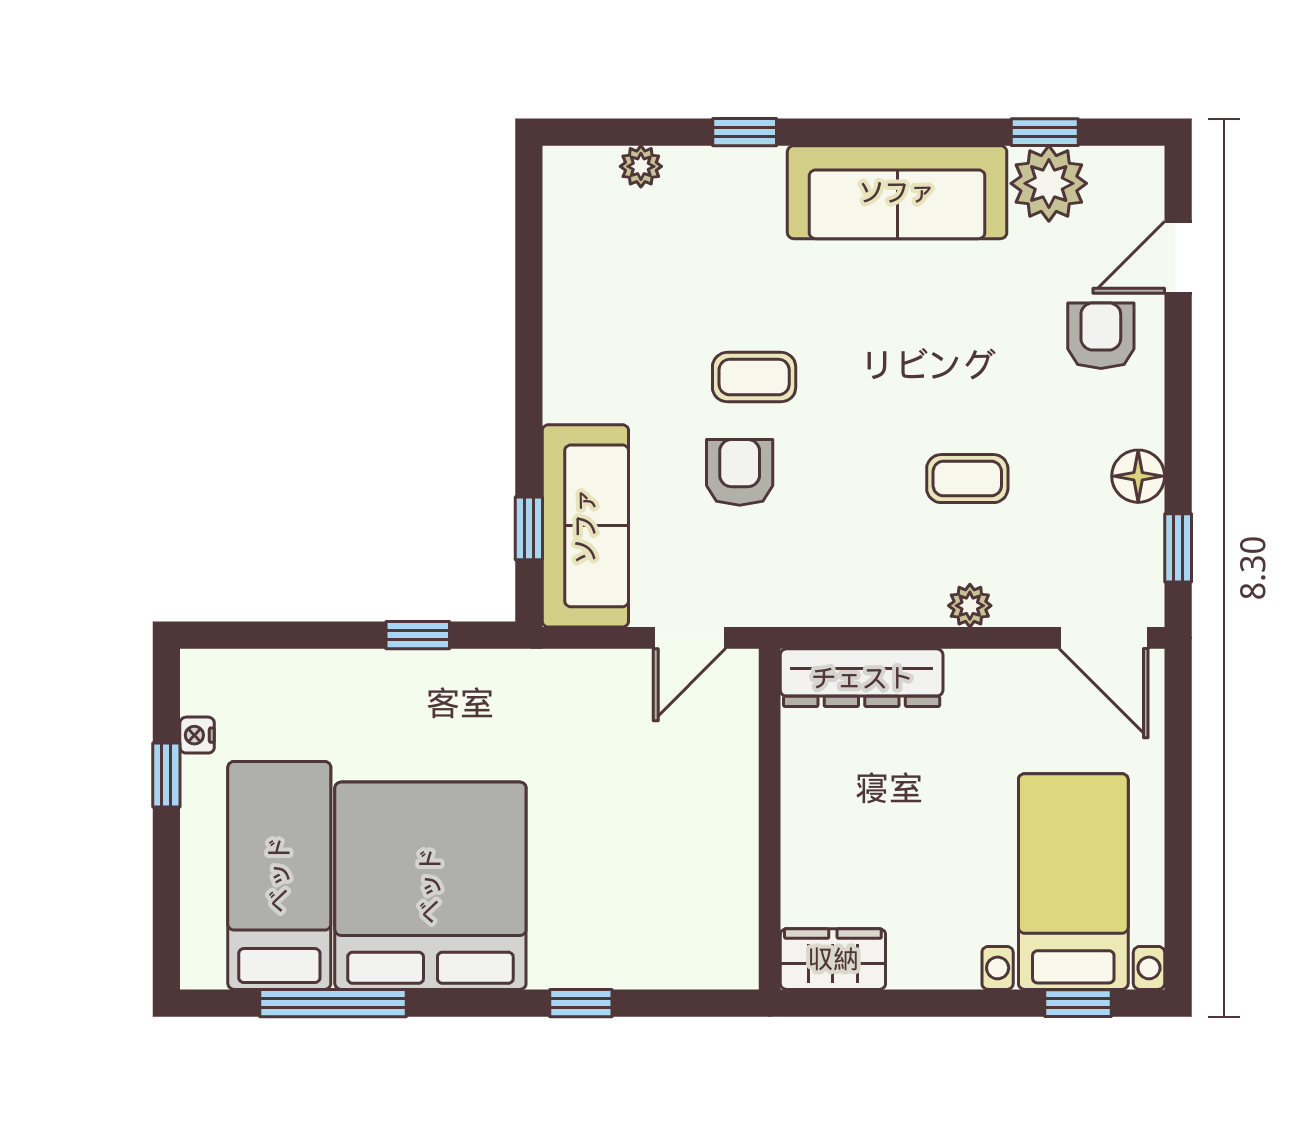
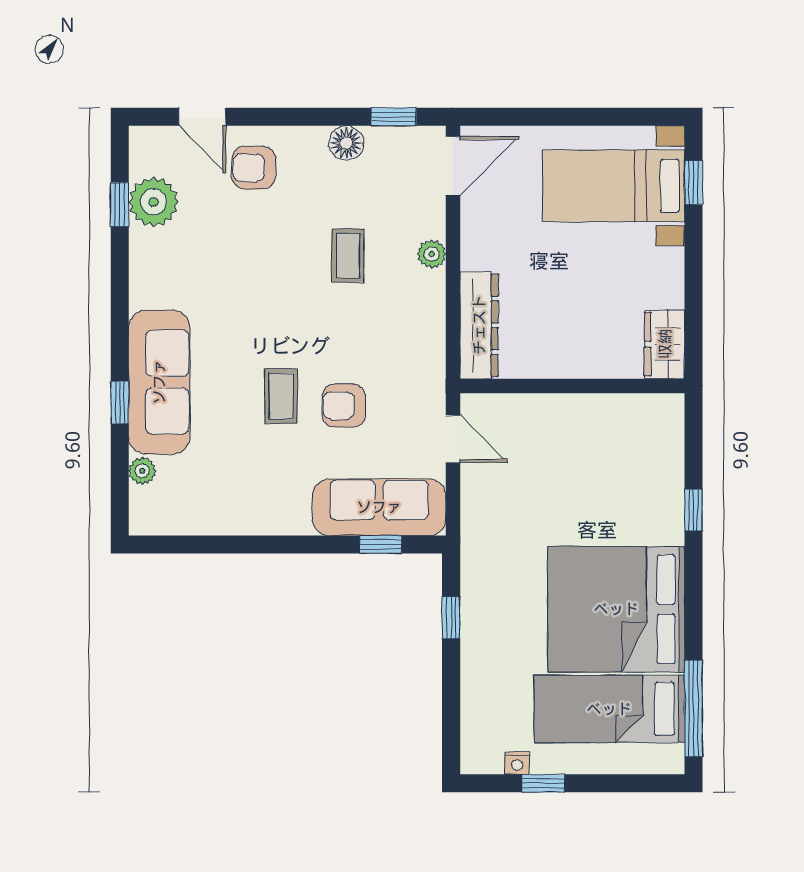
sofa: (897, 192) -> (159, 382), moved
window: (333, 1003) -> (694, 709), moved

